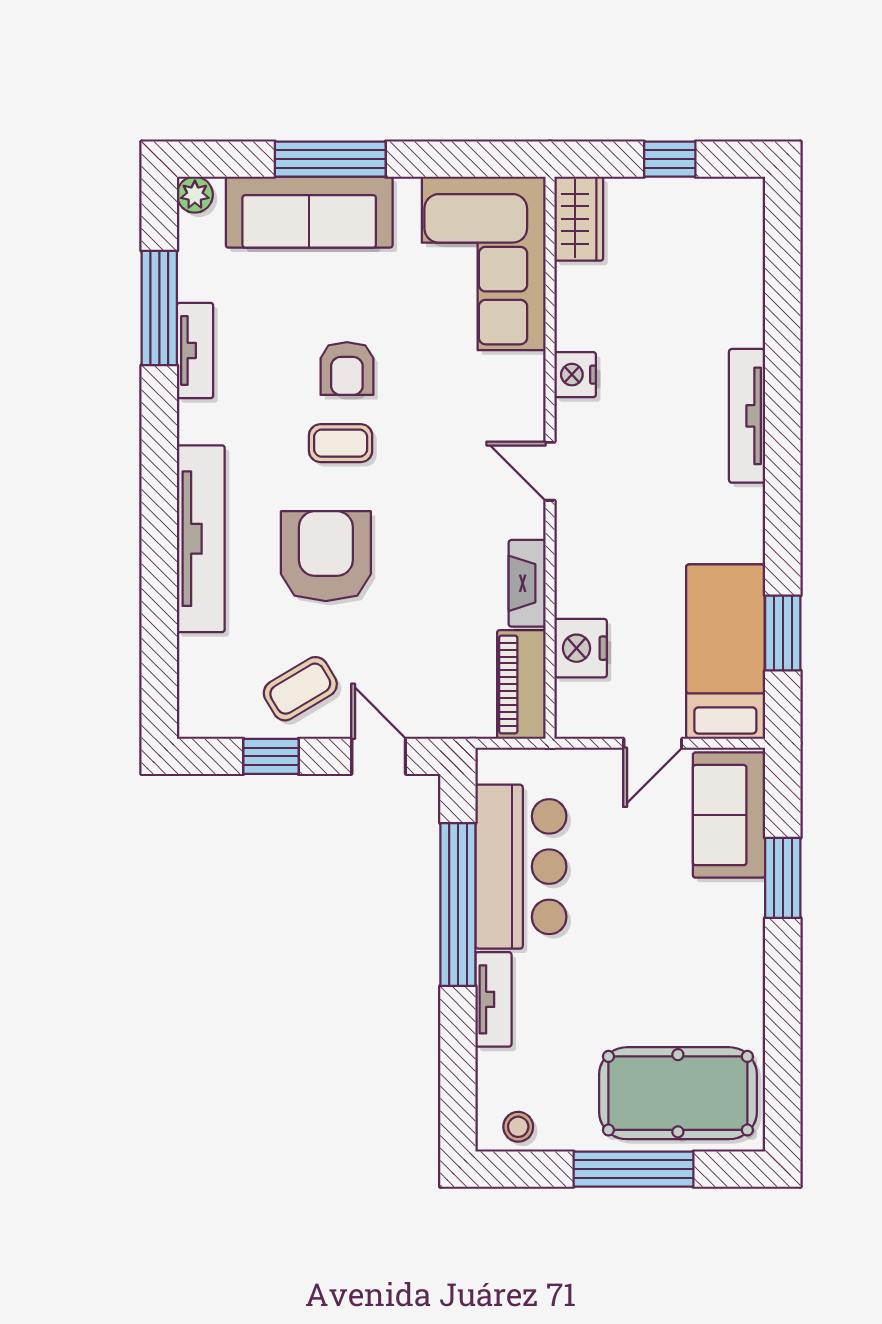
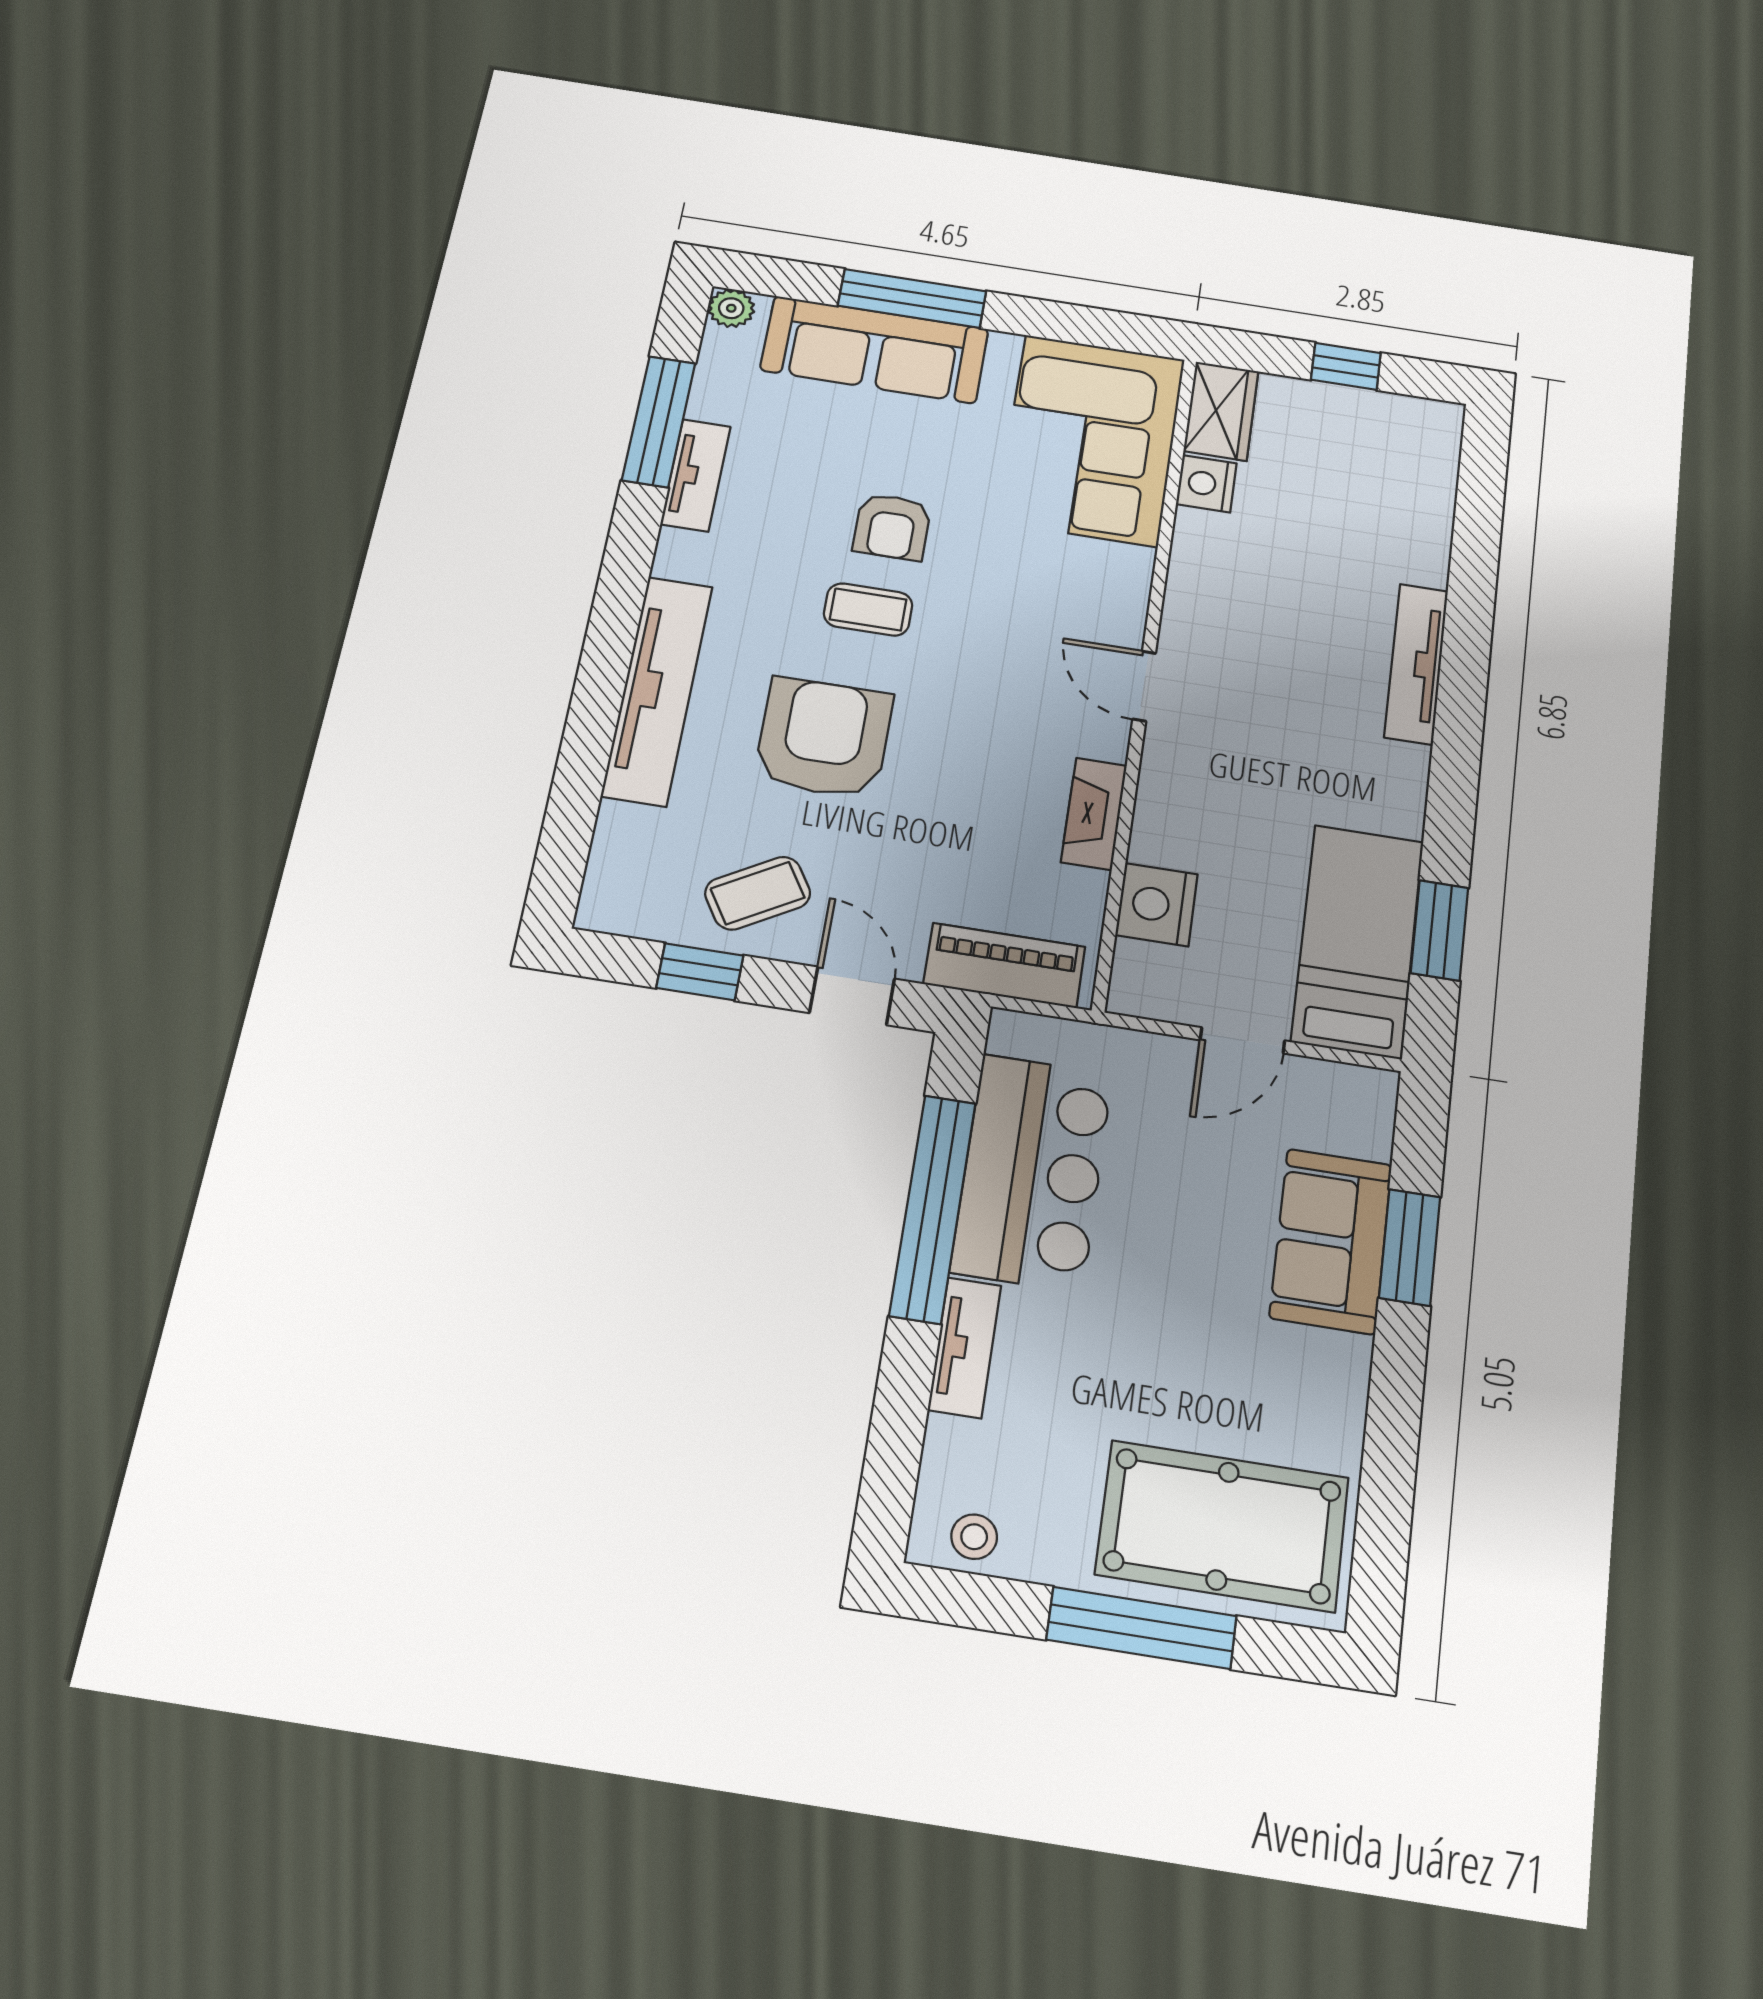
nightstand: (575, 375) -> (1206, 484), moved
piano: (521, 684) -> (1004, 965), moved, turned 90
sofa: (729, 815) -> (1331, 1241), moved

